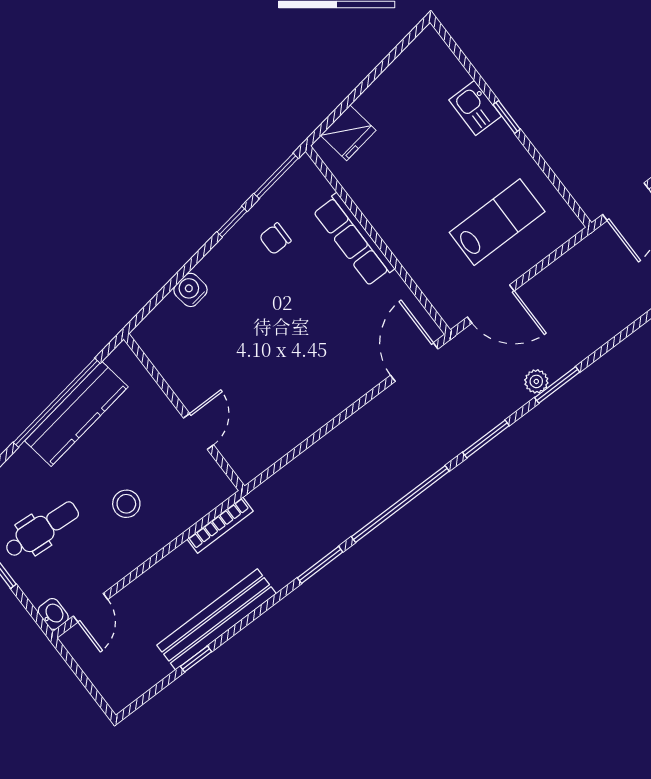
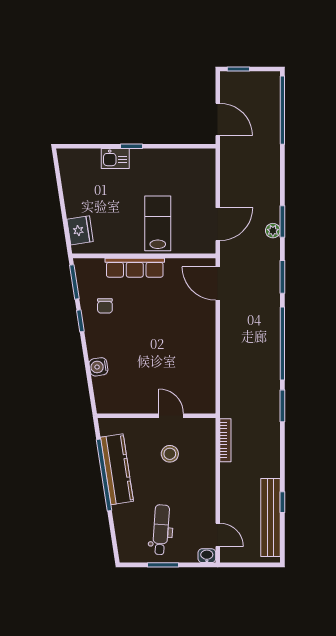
lab bench: (497, 222) -> (158, 223), moved
stool: (126, 504) -> (170, 454), moved
bench: (217, 619) -> (271, 517), moved

